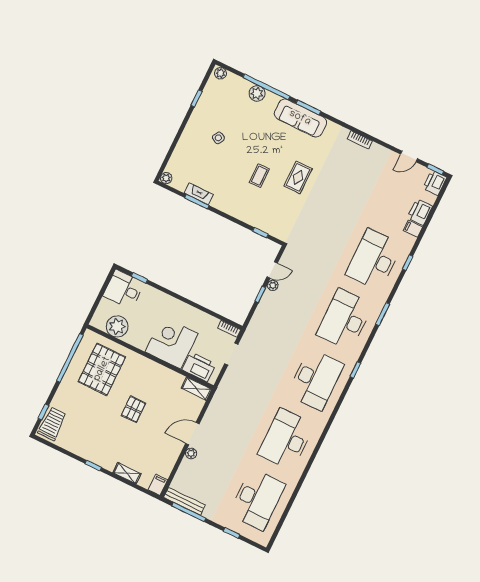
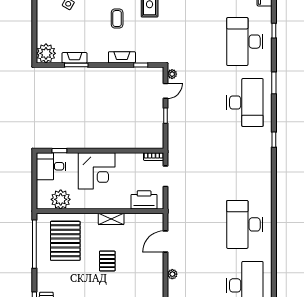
plant: (166, 178) -> (46, 53), width x1.87, depth x1.87
fireplace: (245, 216) -> (122, 57), added
plant: (273, 285) -> (172, 74), moved
desk: (345, 319) -> (245, 102), turned 180
corner desk: (171, 343) -> (97, 171), moved, turned 180
desk: (315, 379) -> (245, 163), removed
shelving: (196, 389) -> (111, 219), moved
door: (192, 434) -> (165, 242), moved

